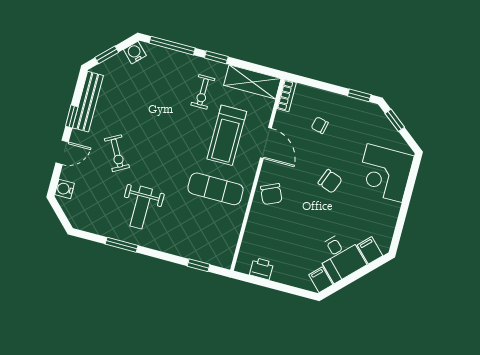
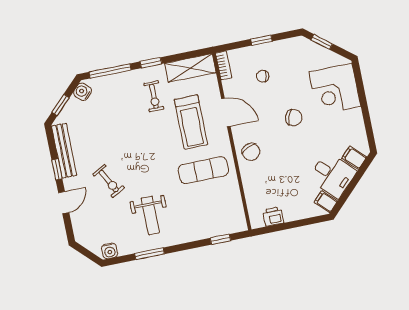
window: (359, 95) -> (262, 40), moved
water cooler: (65, 189) -> (110, 251), moved, turned -90

